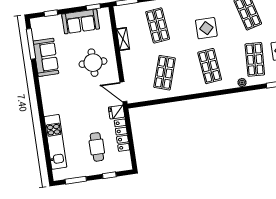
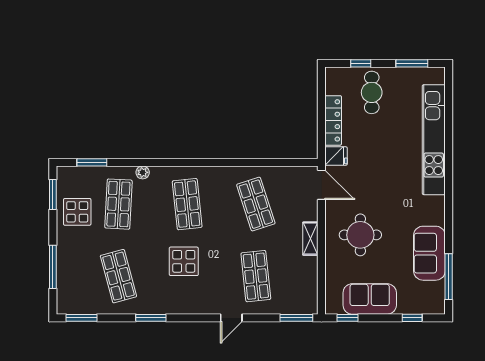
shelving: (123, 39) -> (310, 239), moved
shop shelf: (165, 73) -> (256, 204), turned -36
kitchen unit: (55, 142) -> (434, 140), width x1.36
cafe table: (97, 147) -> (372, 92), moved

